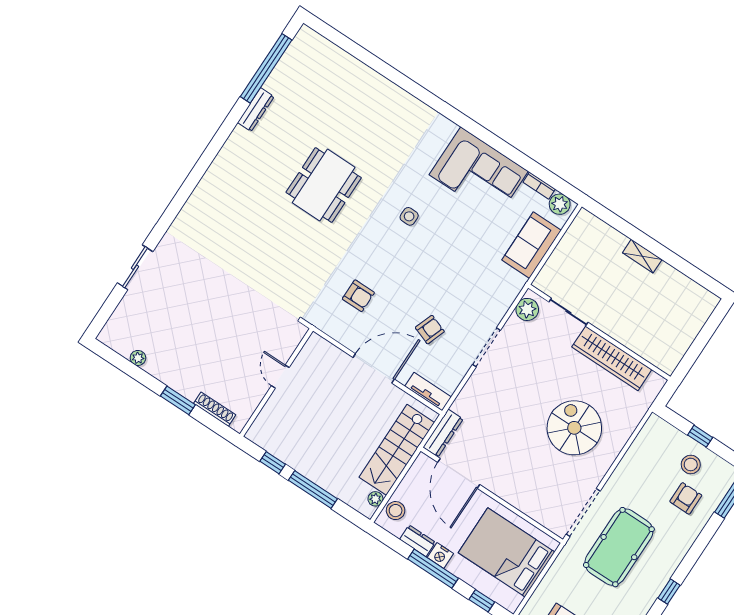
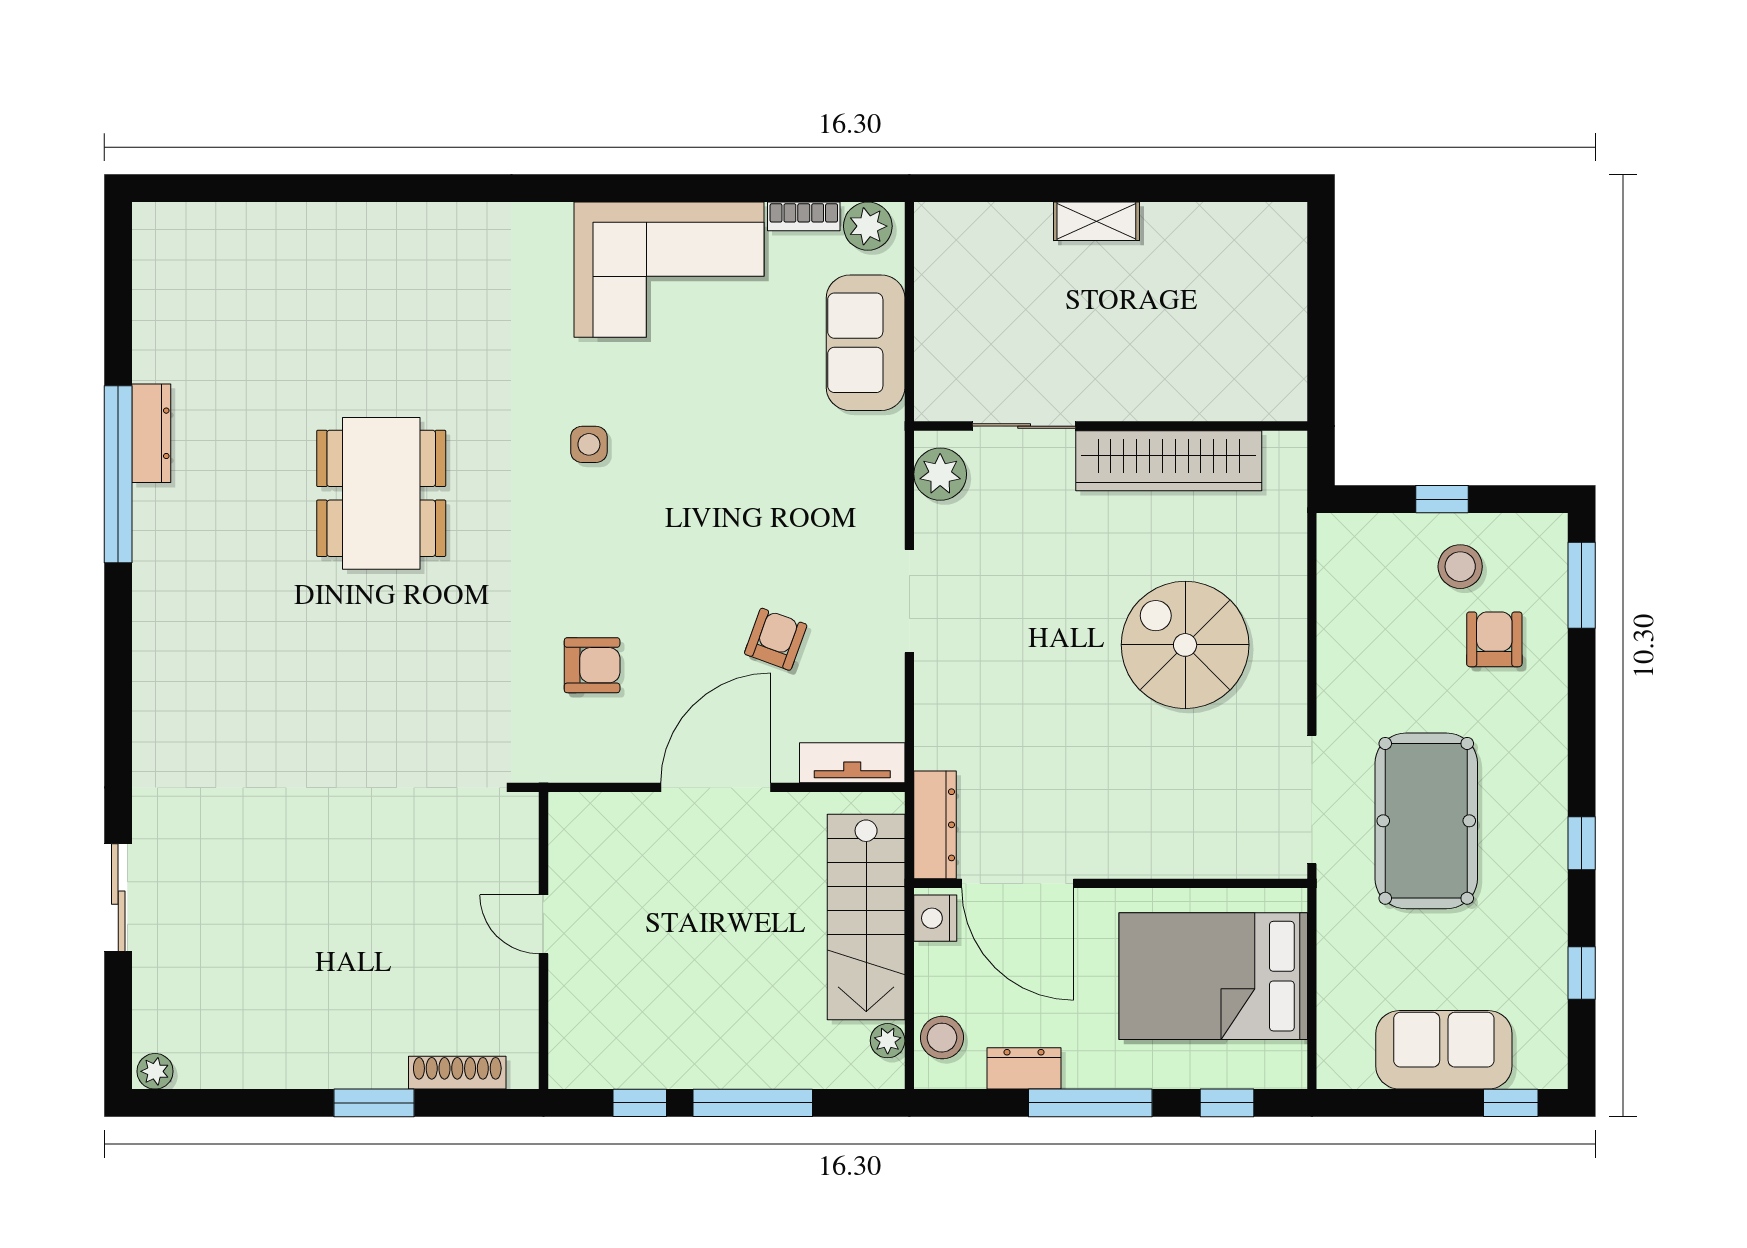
window: (266, 68) -> (118, 474), moved
plant: (138, 358) -> (155, 1071), moved
nightstand: (440, 556) -> (935, 918), moved, turned 90

